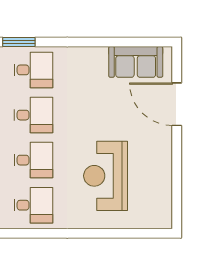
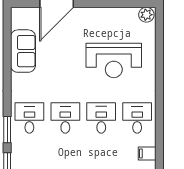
sofa: (136, 62) -> (23, 51), moved
plant: (163, 217) -> (146, 15), added

